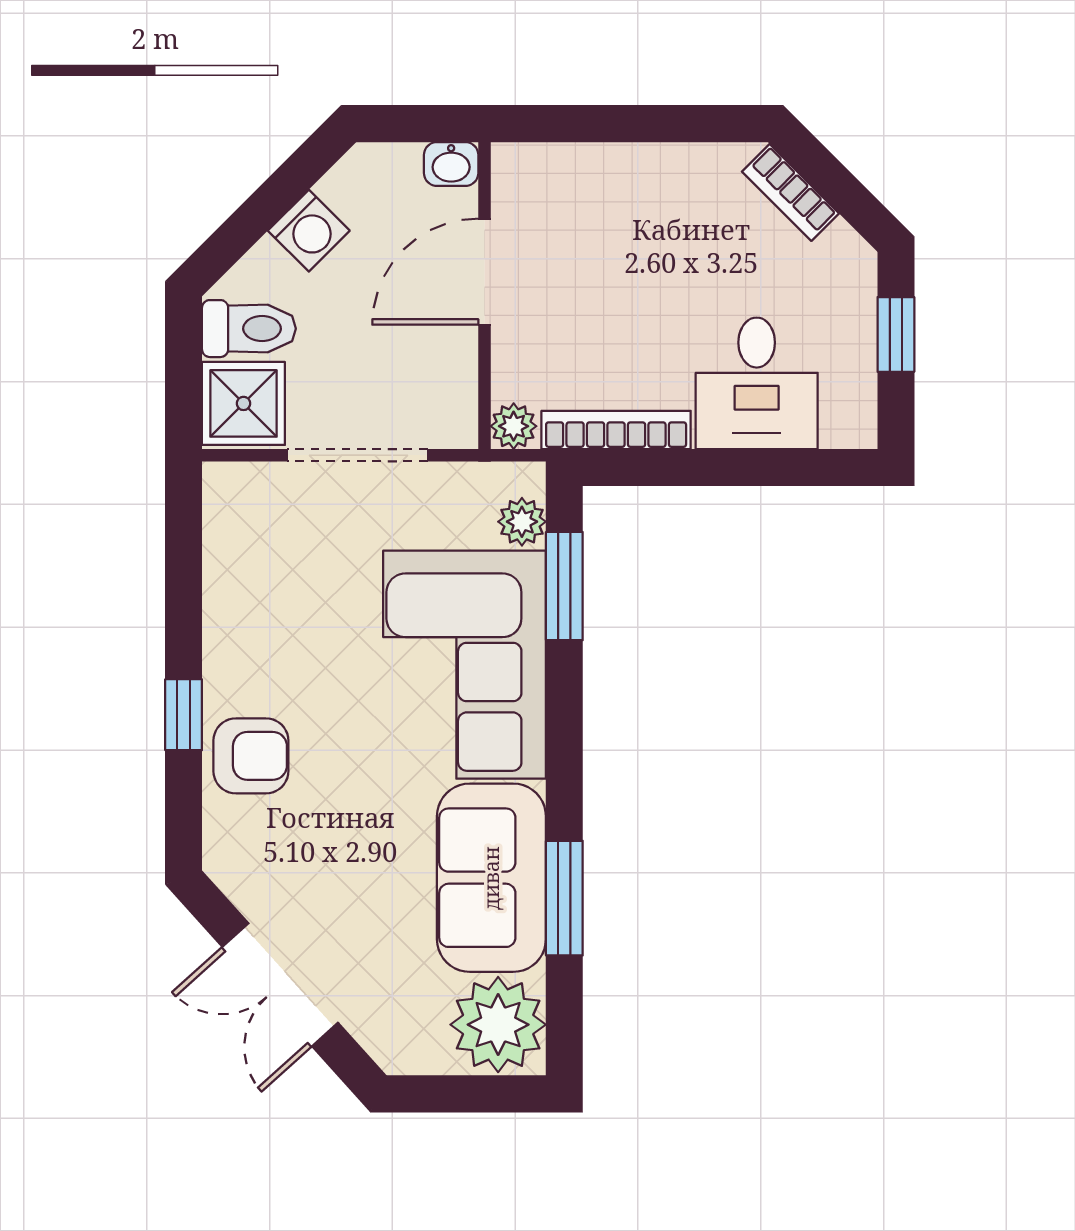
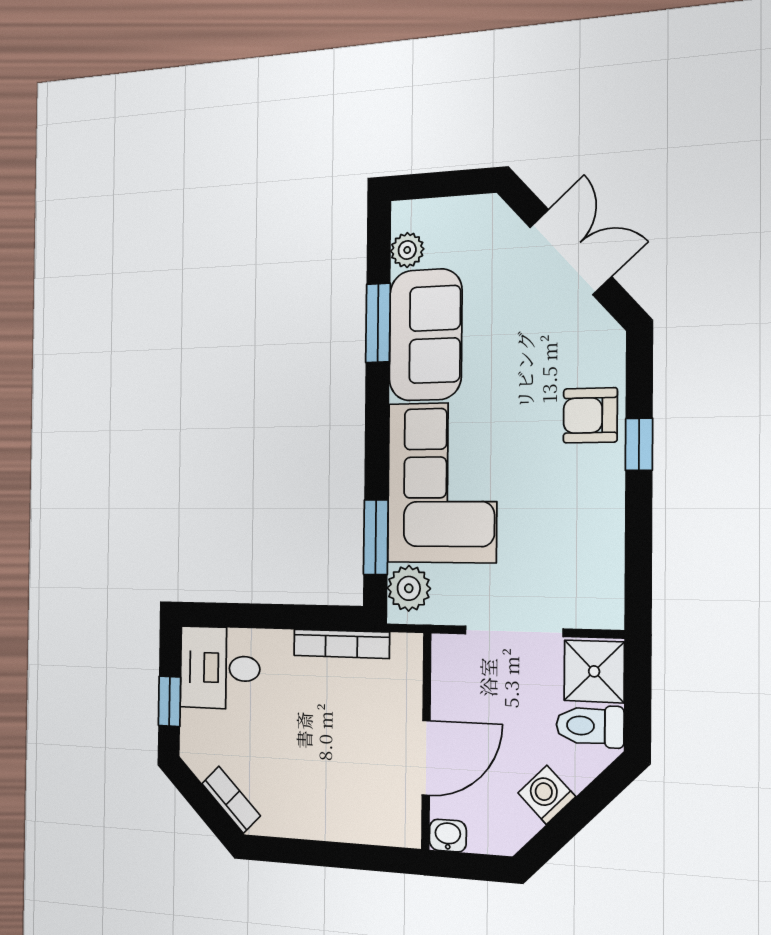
desk: (757, 383) -> (220, 668), moved, turned -90
plant: (514, 426) -> (408, 649), removed
plant: (522, 522) -> (409, 588), width x1.38, depth x1.38
plant: (498, 1025) -> (407, 250), width x0.53, depth x0.53

